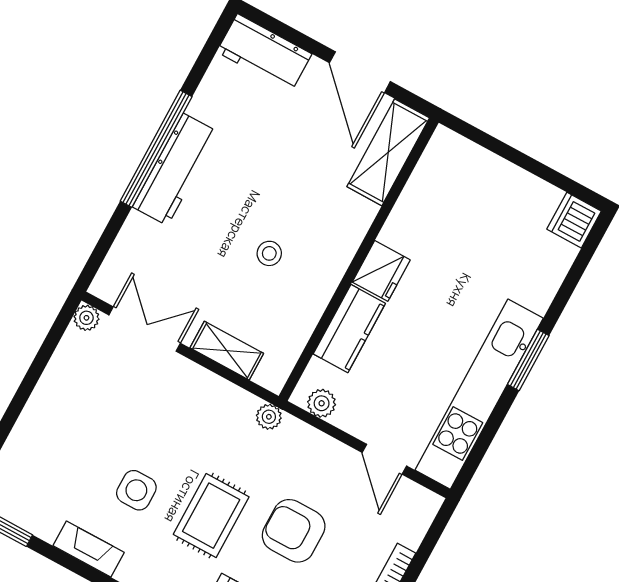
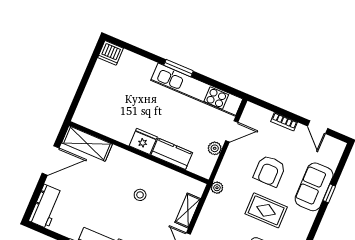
plant: (322, 403) -> (215, 148), moved

